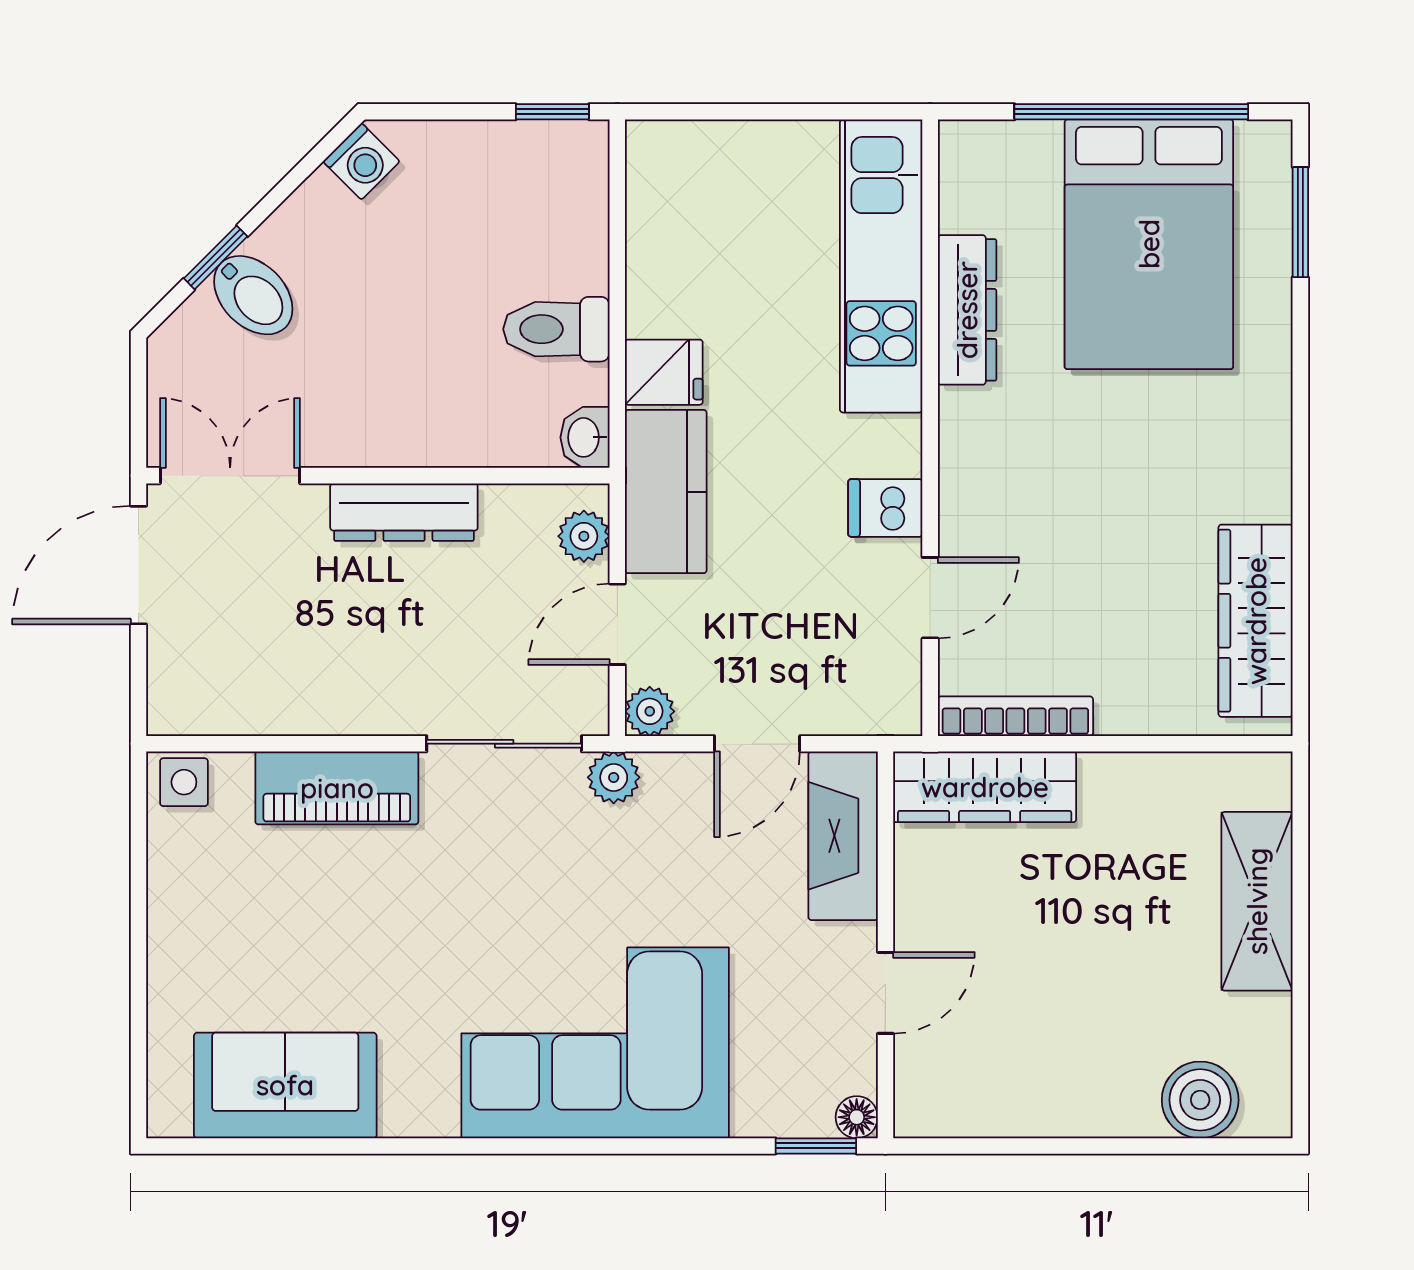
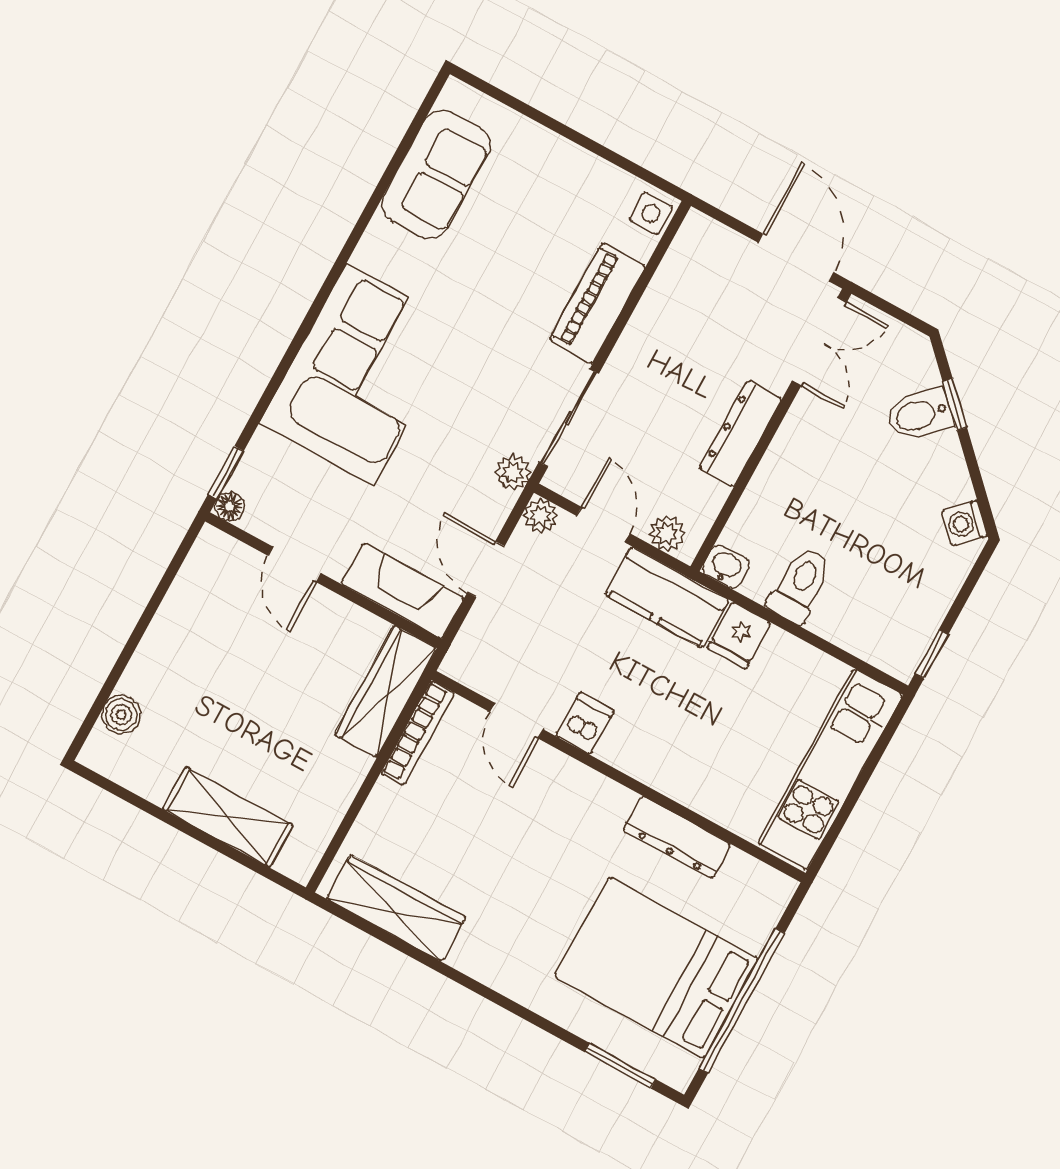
kitchen unit: (881, 266) -> (830, 769), moved, turned -90
boiler: (1200, 1100) -> (121, 714), width x0.73, depth x0.73

